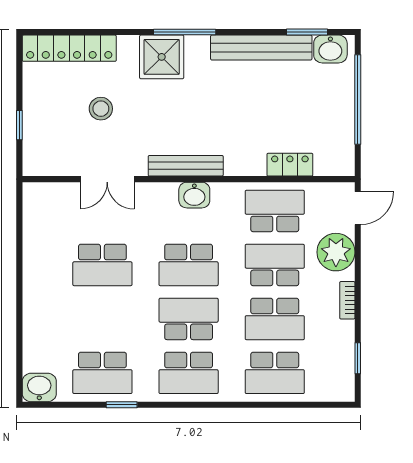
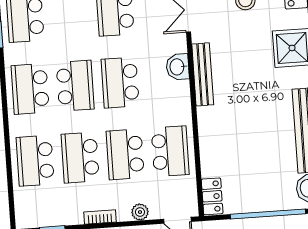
locker: (290, 165) -> (212, 196), moved
washbasin: (194, 195) -> (178, 67), moved
plant: (336, 252) -> (140, 212), width x0.53, depth x0.53
school desk: (275, 265) -> (125, 154), turned 180

